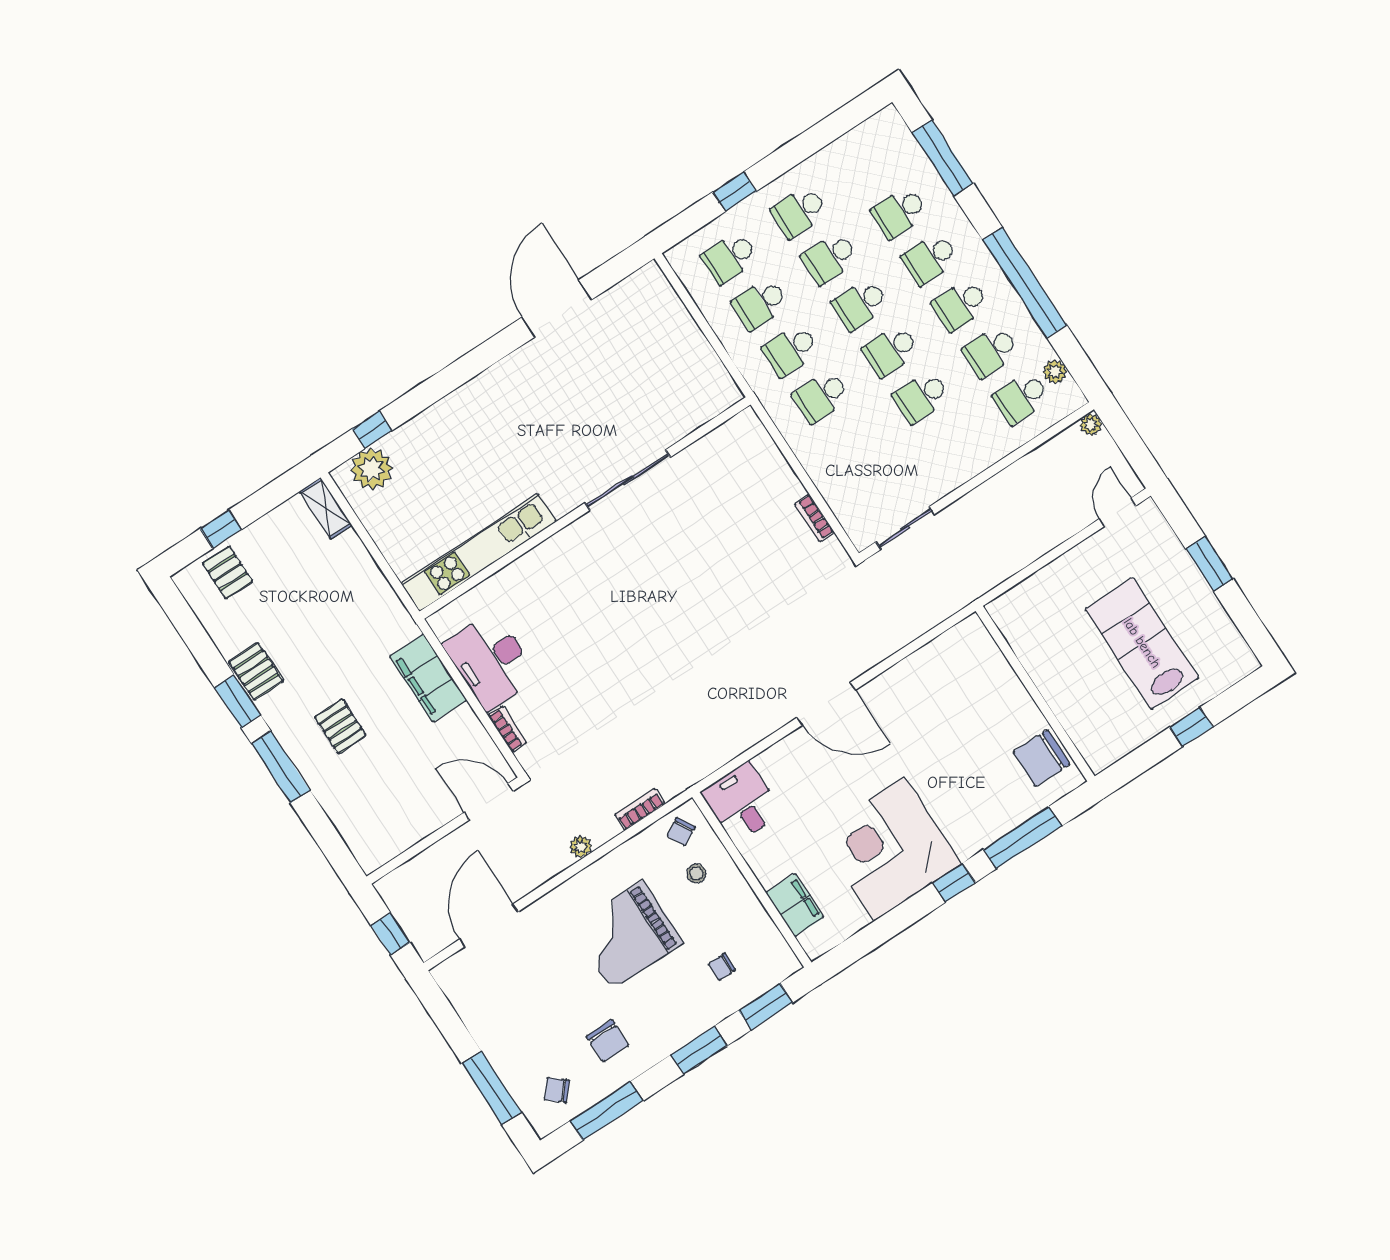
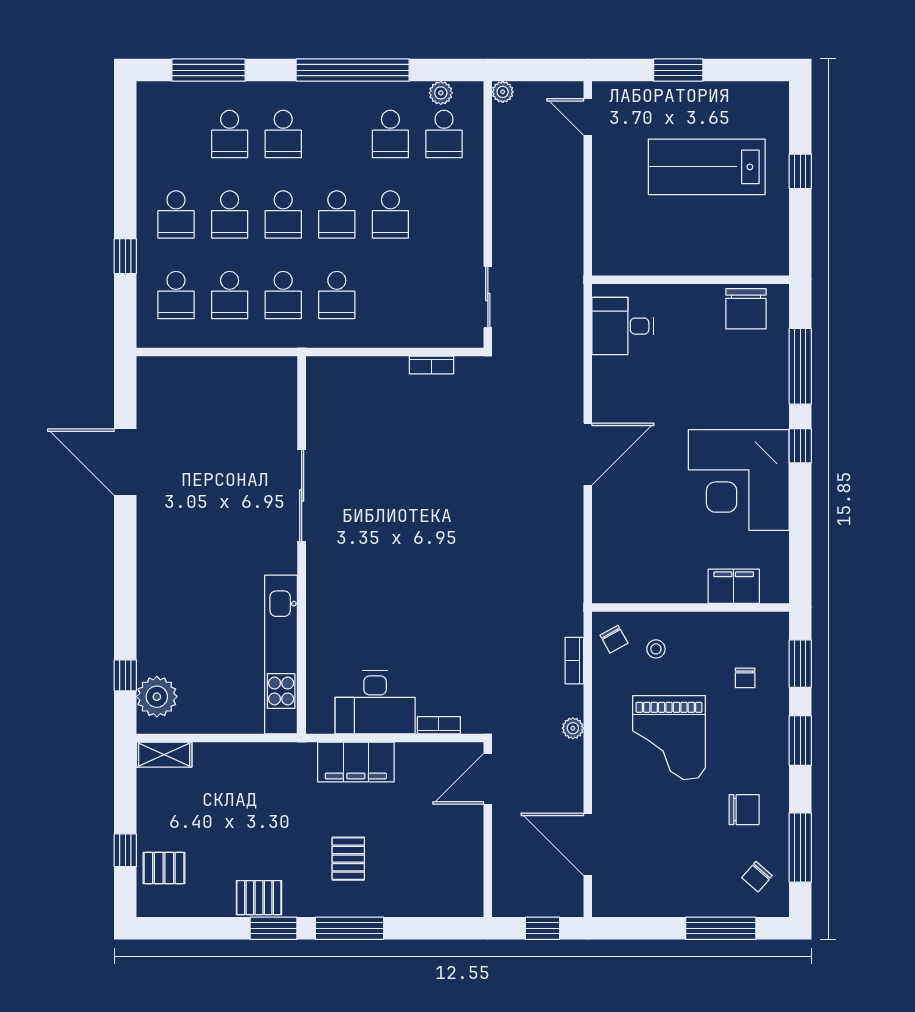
school desk: (960, 305) -> (337, 134), removed
pallet: (340, 726) -> (348, 859), turned 90
desk: (742, 803) -> (623, 326), moved

